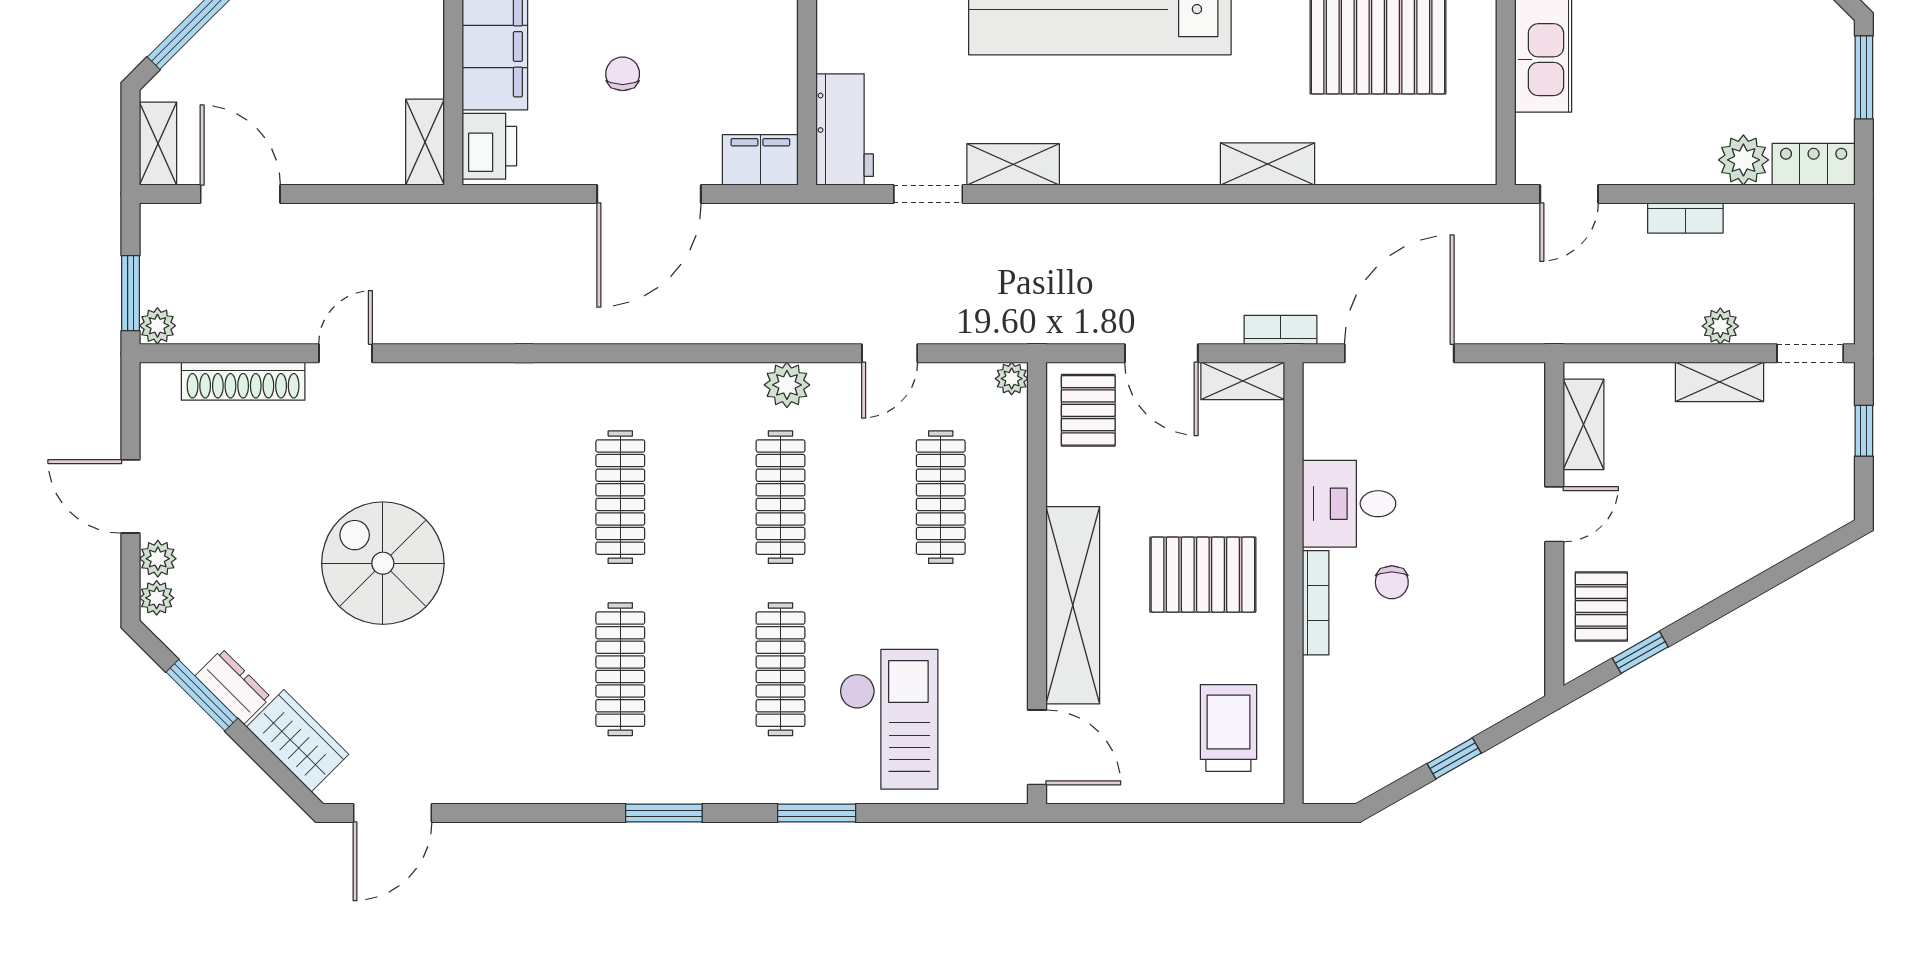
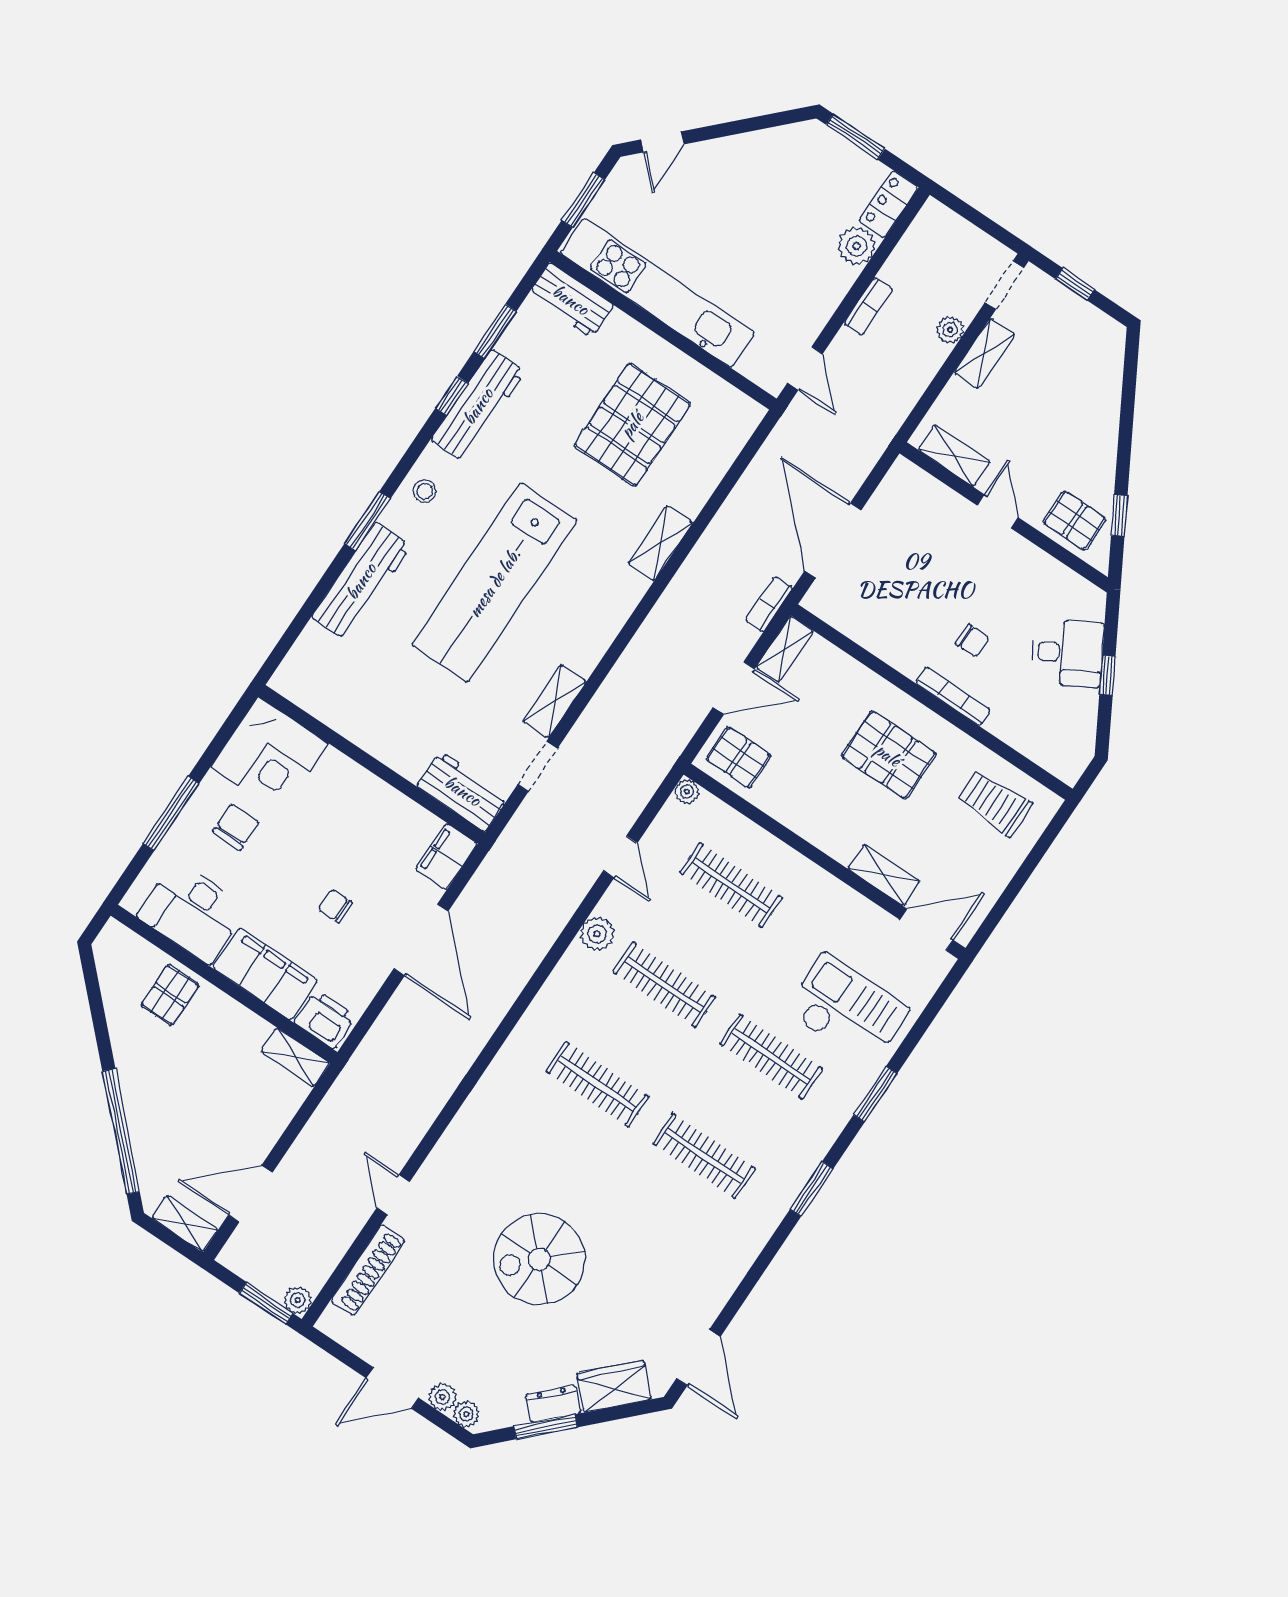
desk: (1349, 504) -> (1067, 653), moved, turned -120
pallet: (1203, 575) -> (888, 755), turned 90
shelving: (1073, 605) -> (884, 875), width x0.45, depth x0.75

